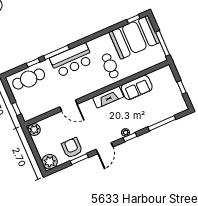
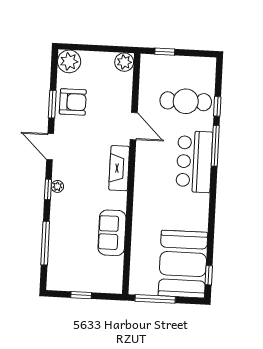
cafe table: (110, 66) -> (160, 211), removed
cafe table: (29, 79) -> (186, 101), moved, turned 90
fireplace: (108, 97) -> (119, 168), moved
door: (69, 106) -> (134, 126), swing flipped

